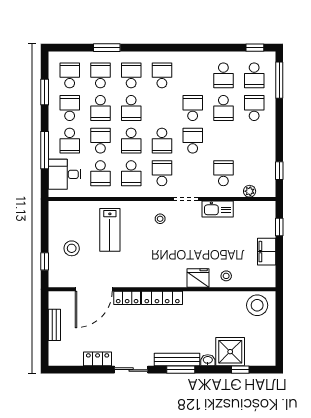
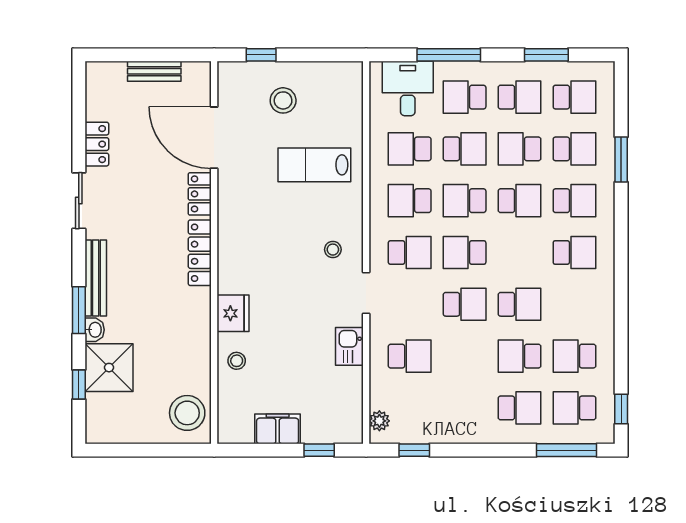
school desk: (131, 108) -> (520, 201), turned 180
plant: (250, 191) -> (379, 421), moved
kitchen sink: (218, 209) -> (349, 346), width x0.73
window: (181, 370) -> (79, 310), moved

